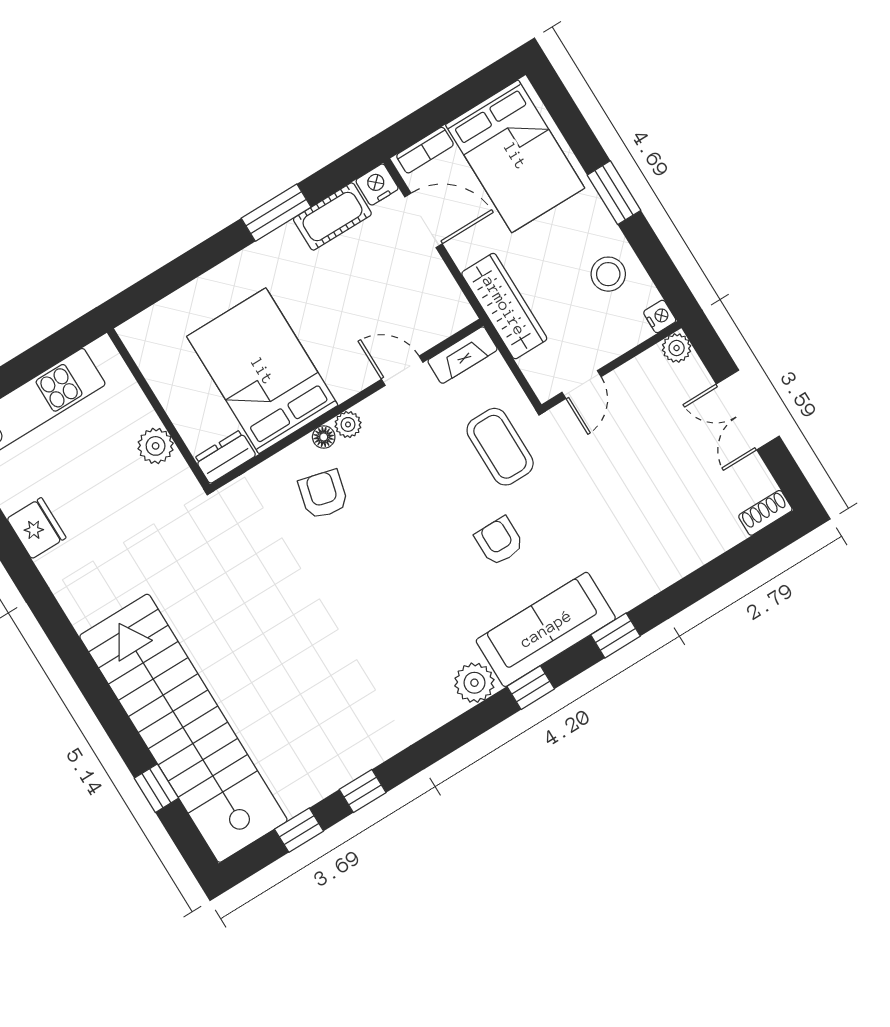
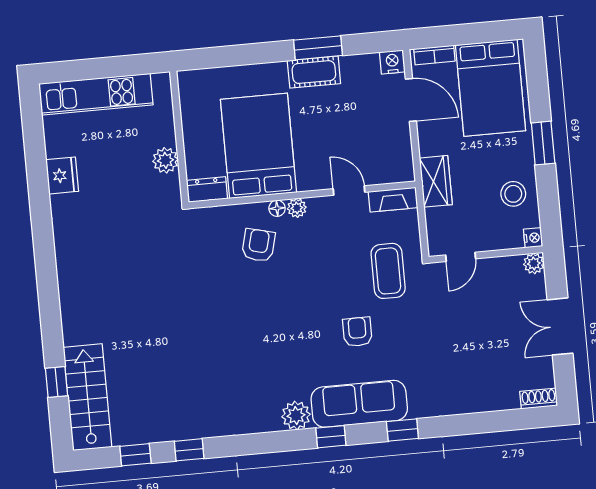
cot: (332, 216) -> (314, 72), moved
wardrobe: (504, 306) -> (436, 181), width x0.67
stairs: (183, 728) -> (87, 397), width x0.54, depth x0.66

